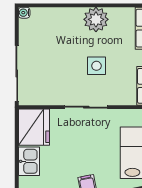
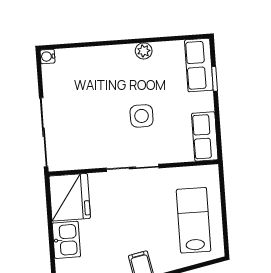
plant: (96, 19) -> (144, 51), width x0.53, depth x0.53

